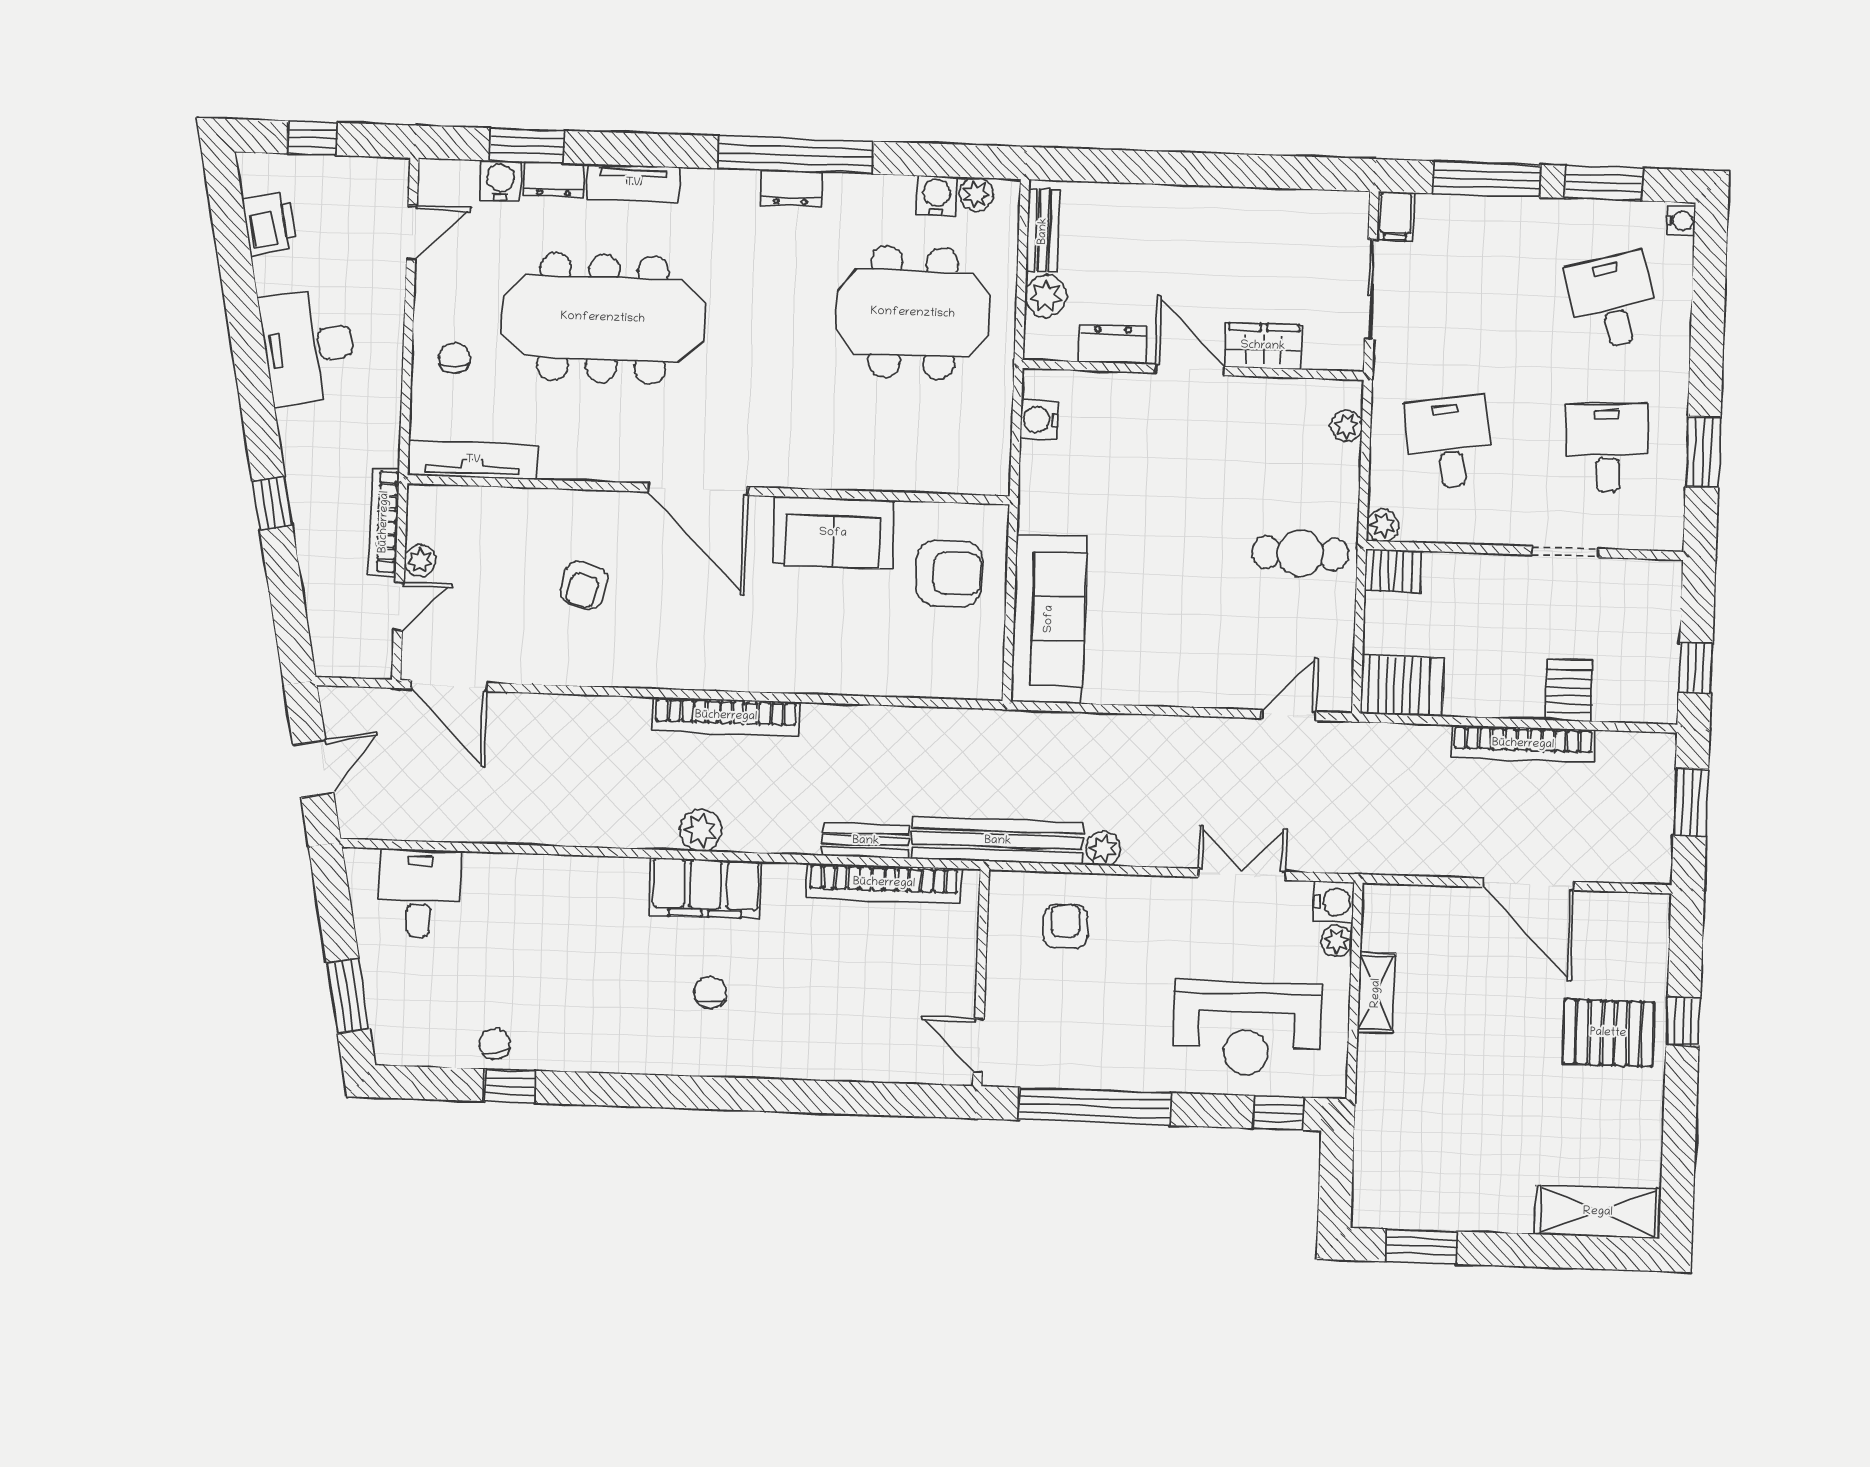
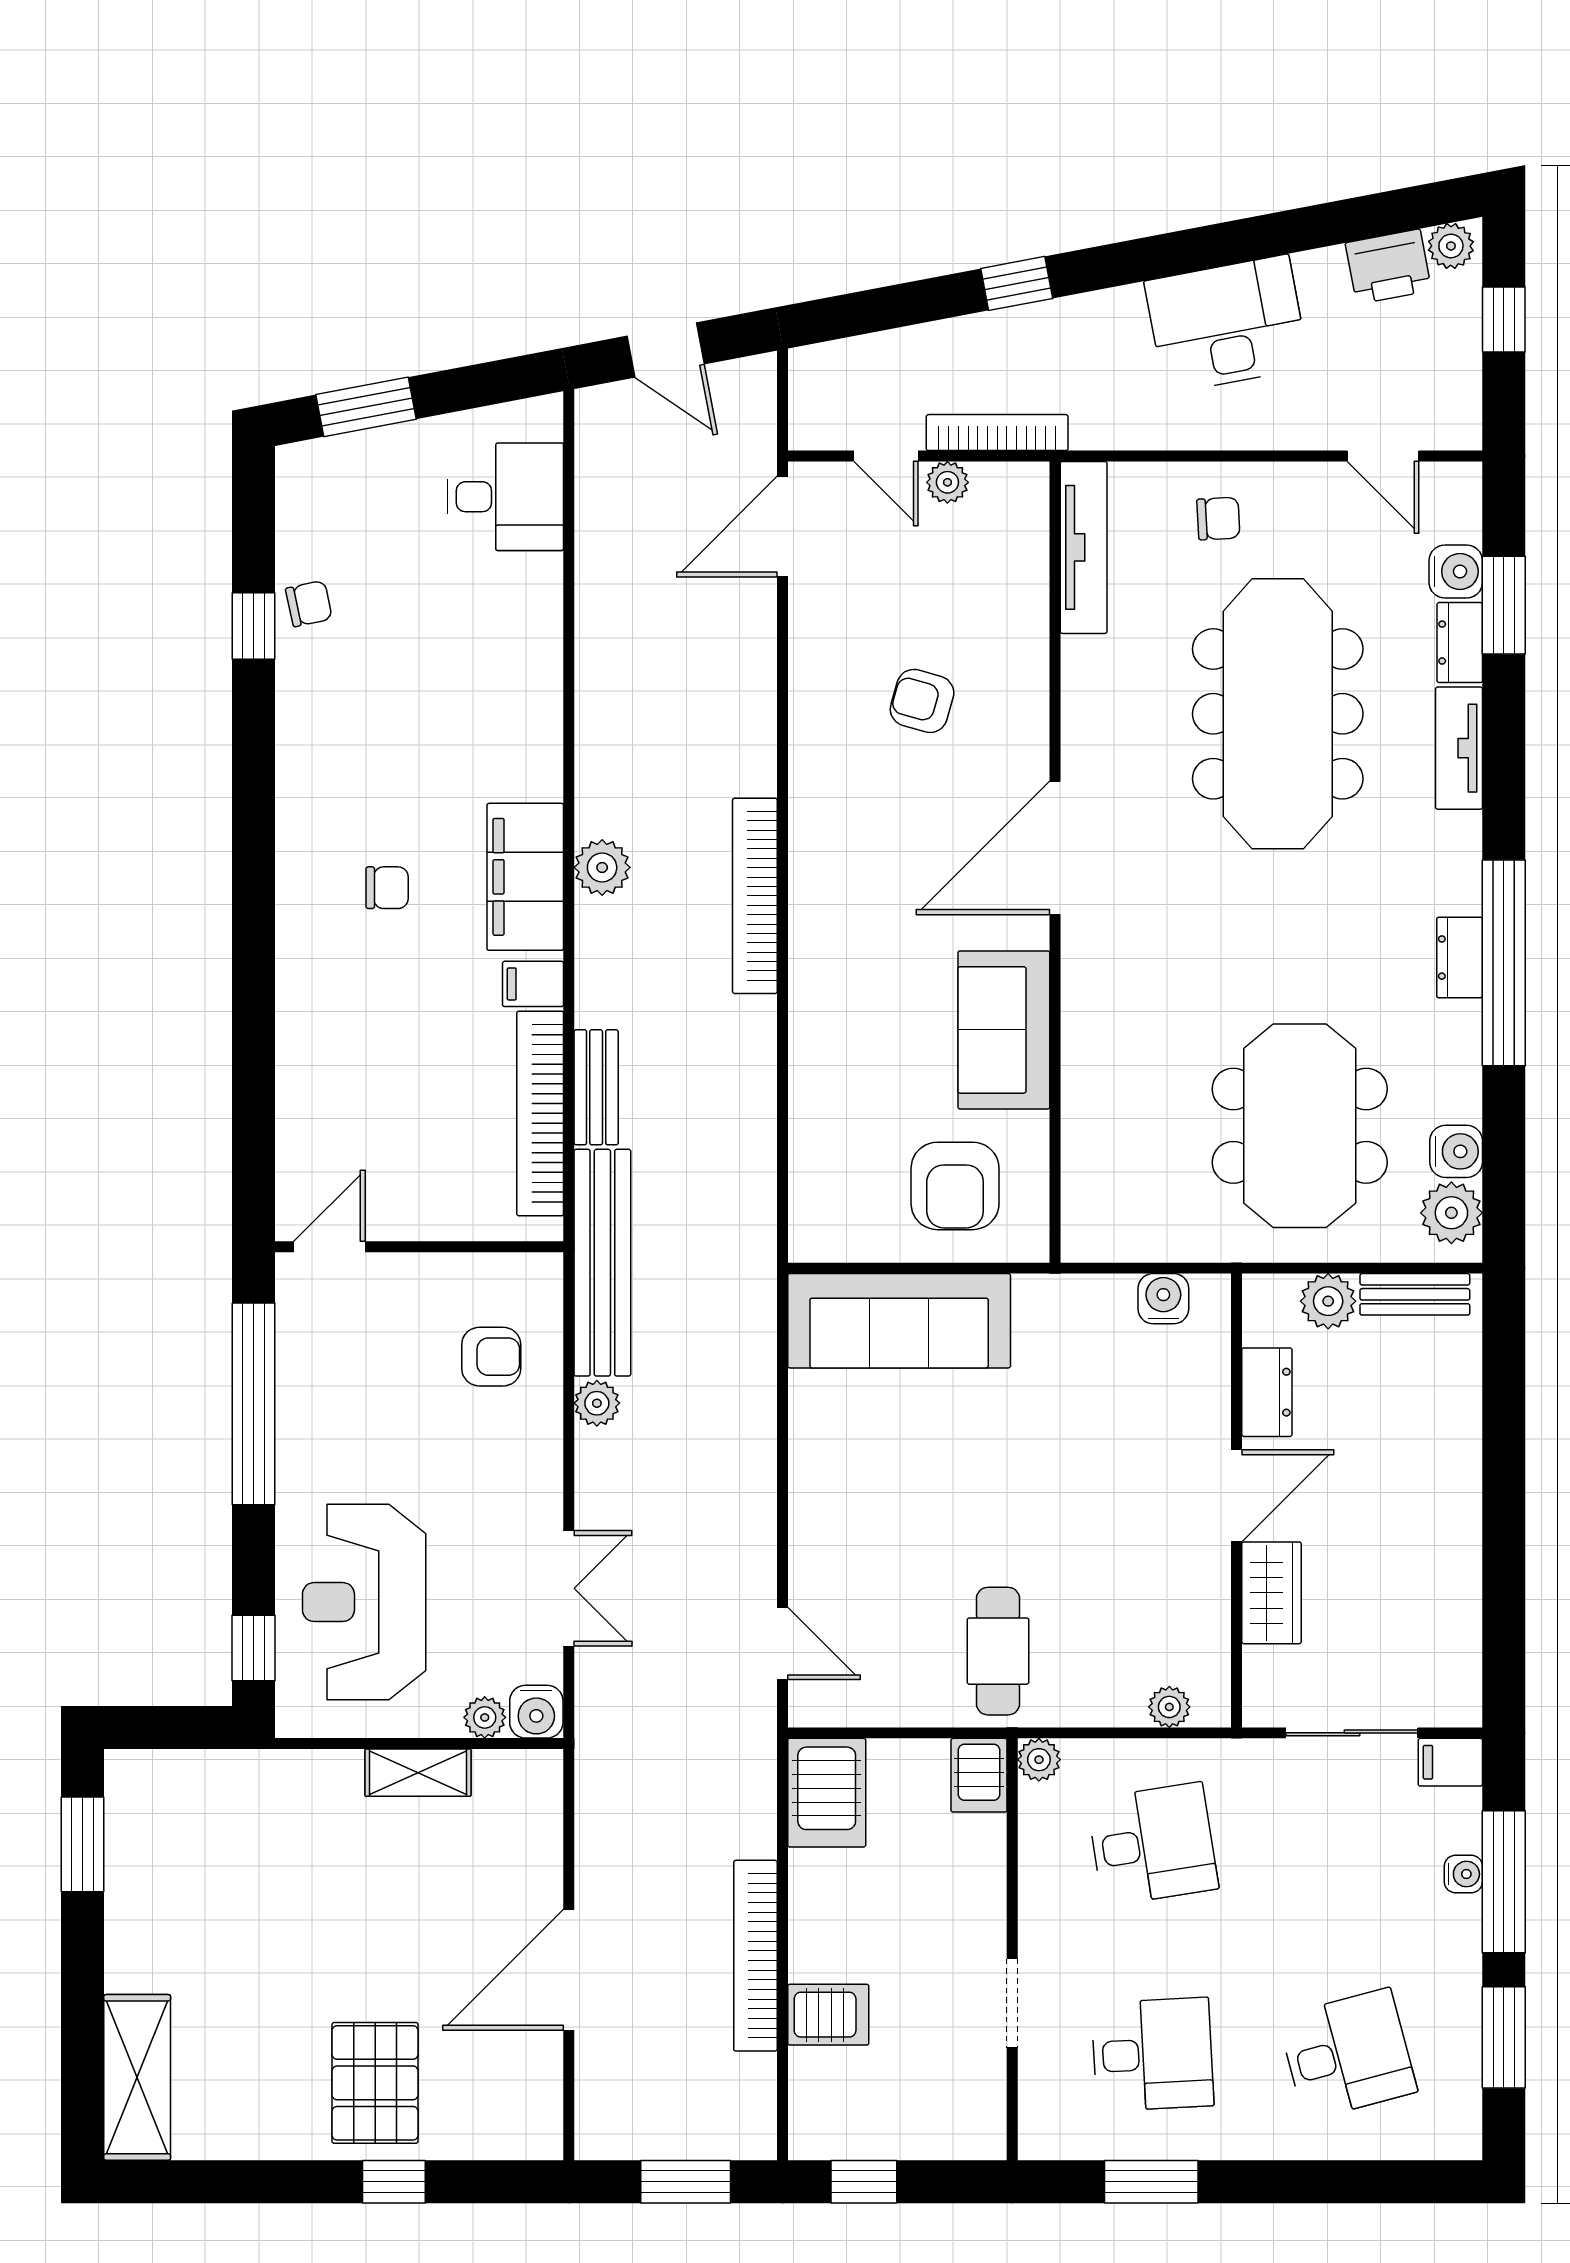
plant: (256, 176) -> (1451, 246), added
plant: (976, 194) -> (1451, 1213), width x1.38, depth x1.38
water cooler: (1681, 221) -> (1463, 1874), moved, turned -90
filing cabinet: (786, 885) -> (533, 984), added

